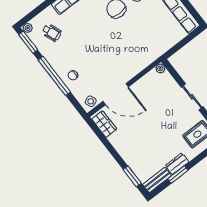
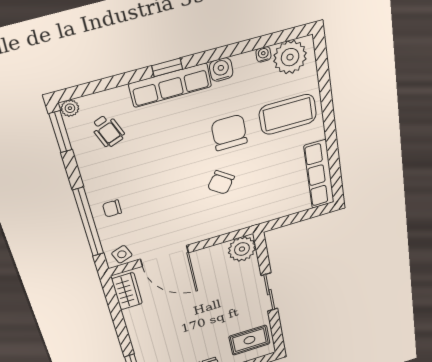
chair: (126, 38) -> (221, 182), added
plant: (160, 69) -> (242, 249), width x1.88, depth x1.88
window: (54, 76) -> (88, 222), moved

